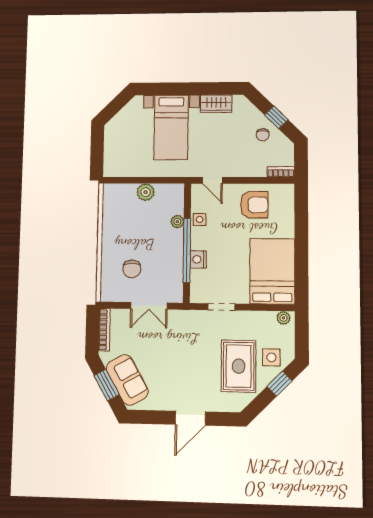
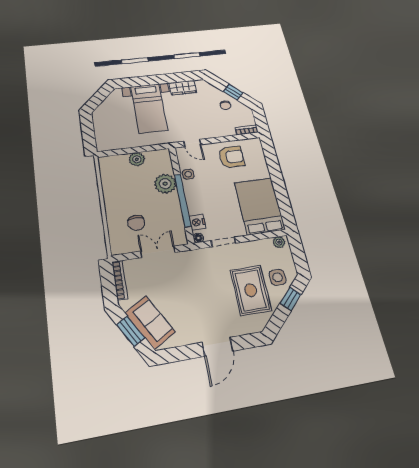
plant: (177, 222) -> (165, 184), width x1.87, depth x1.87
nightstand: (198, 259) -> (197, 222), moved
floor lamp: (195, 298) -> (198, 238), added
double door: (149, 306) -> (158, 252), swing flipped

